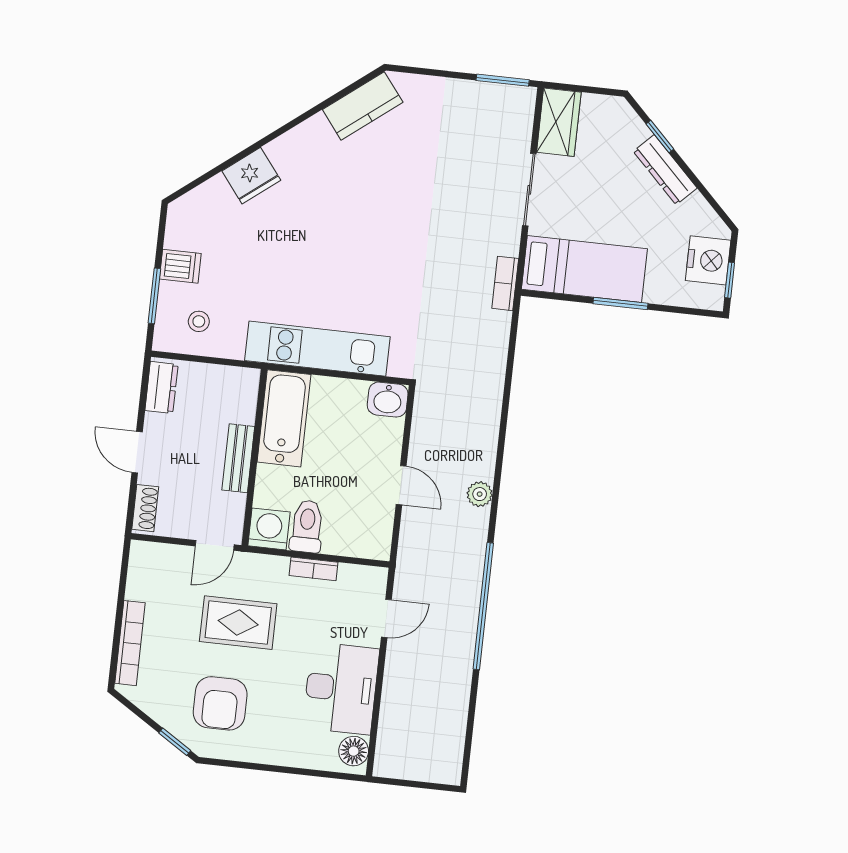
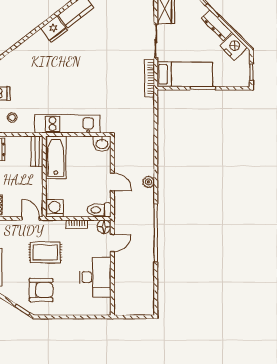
fridge: (251, 176) -> (54, 29), moved
nightstand: (708, 260) -> (234, 47), moved, turned -45
bookcase: (505, 283) -> (149, 78), width x1.56
bench: (238, 458) -> (37, 151), moved
toilet: (307, 526) -> (99, 210), moved, turned -90
door: (215, 545) -> (31, 218), swing flipped
armchair: (220, 703) -> (41, 290), turned -90
floor lamp: (354, 751) -> (104, 227), moved

